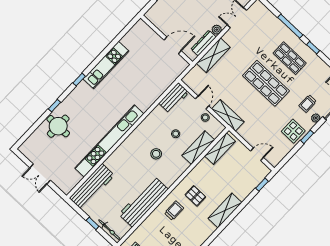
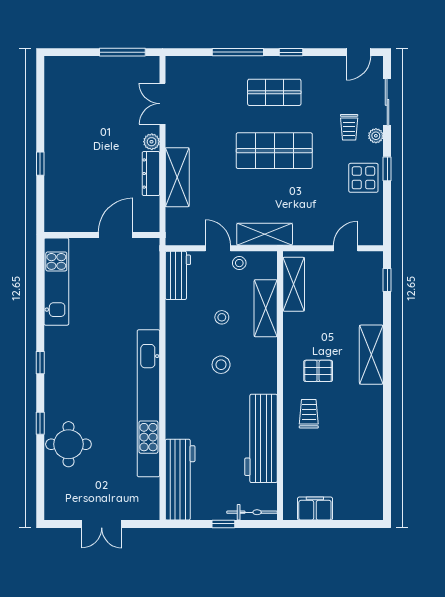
wall: (167, 40) -> (102, 235), moved
door: (173, 45) -> (116, 235), moved
kitchen unit: (106, 65) -> (56, 282), moved

